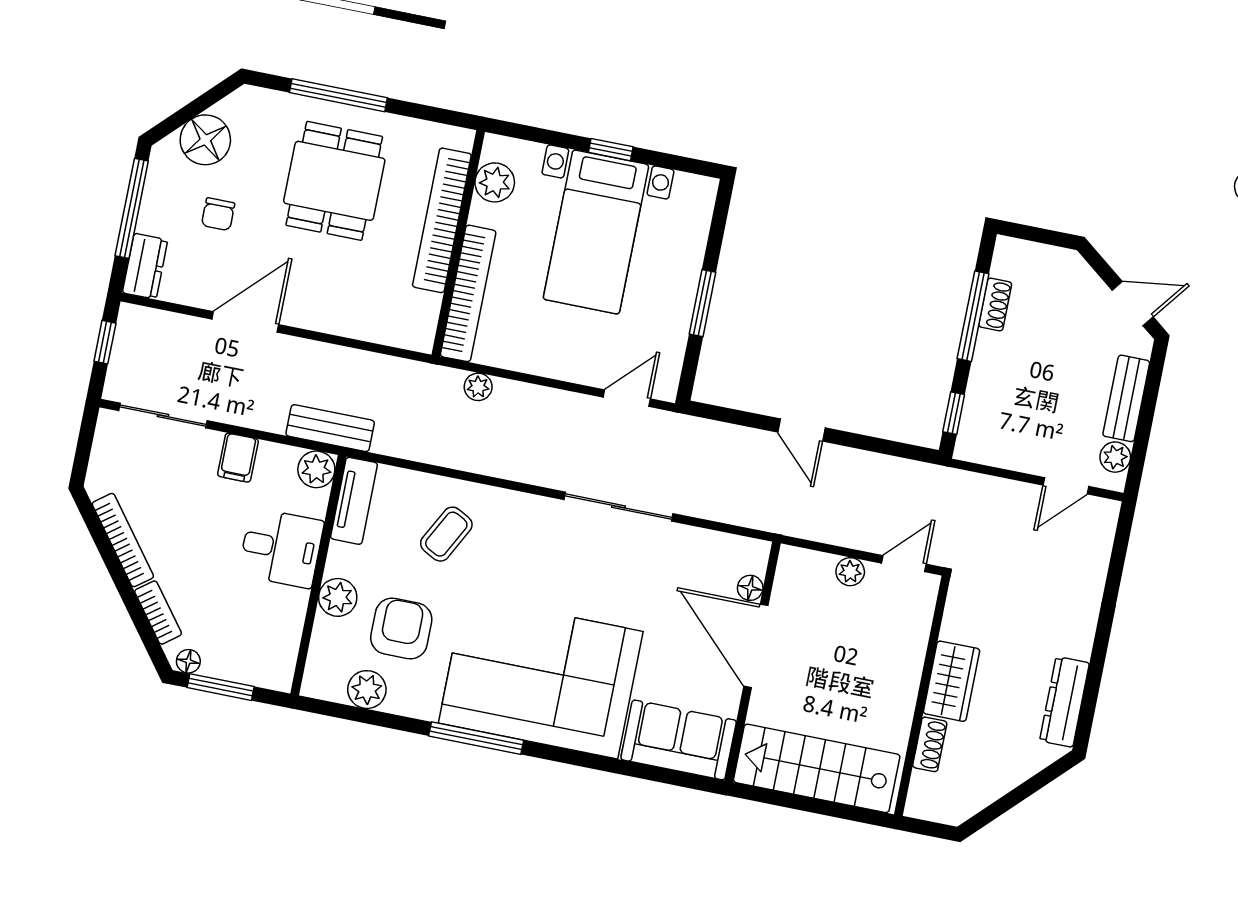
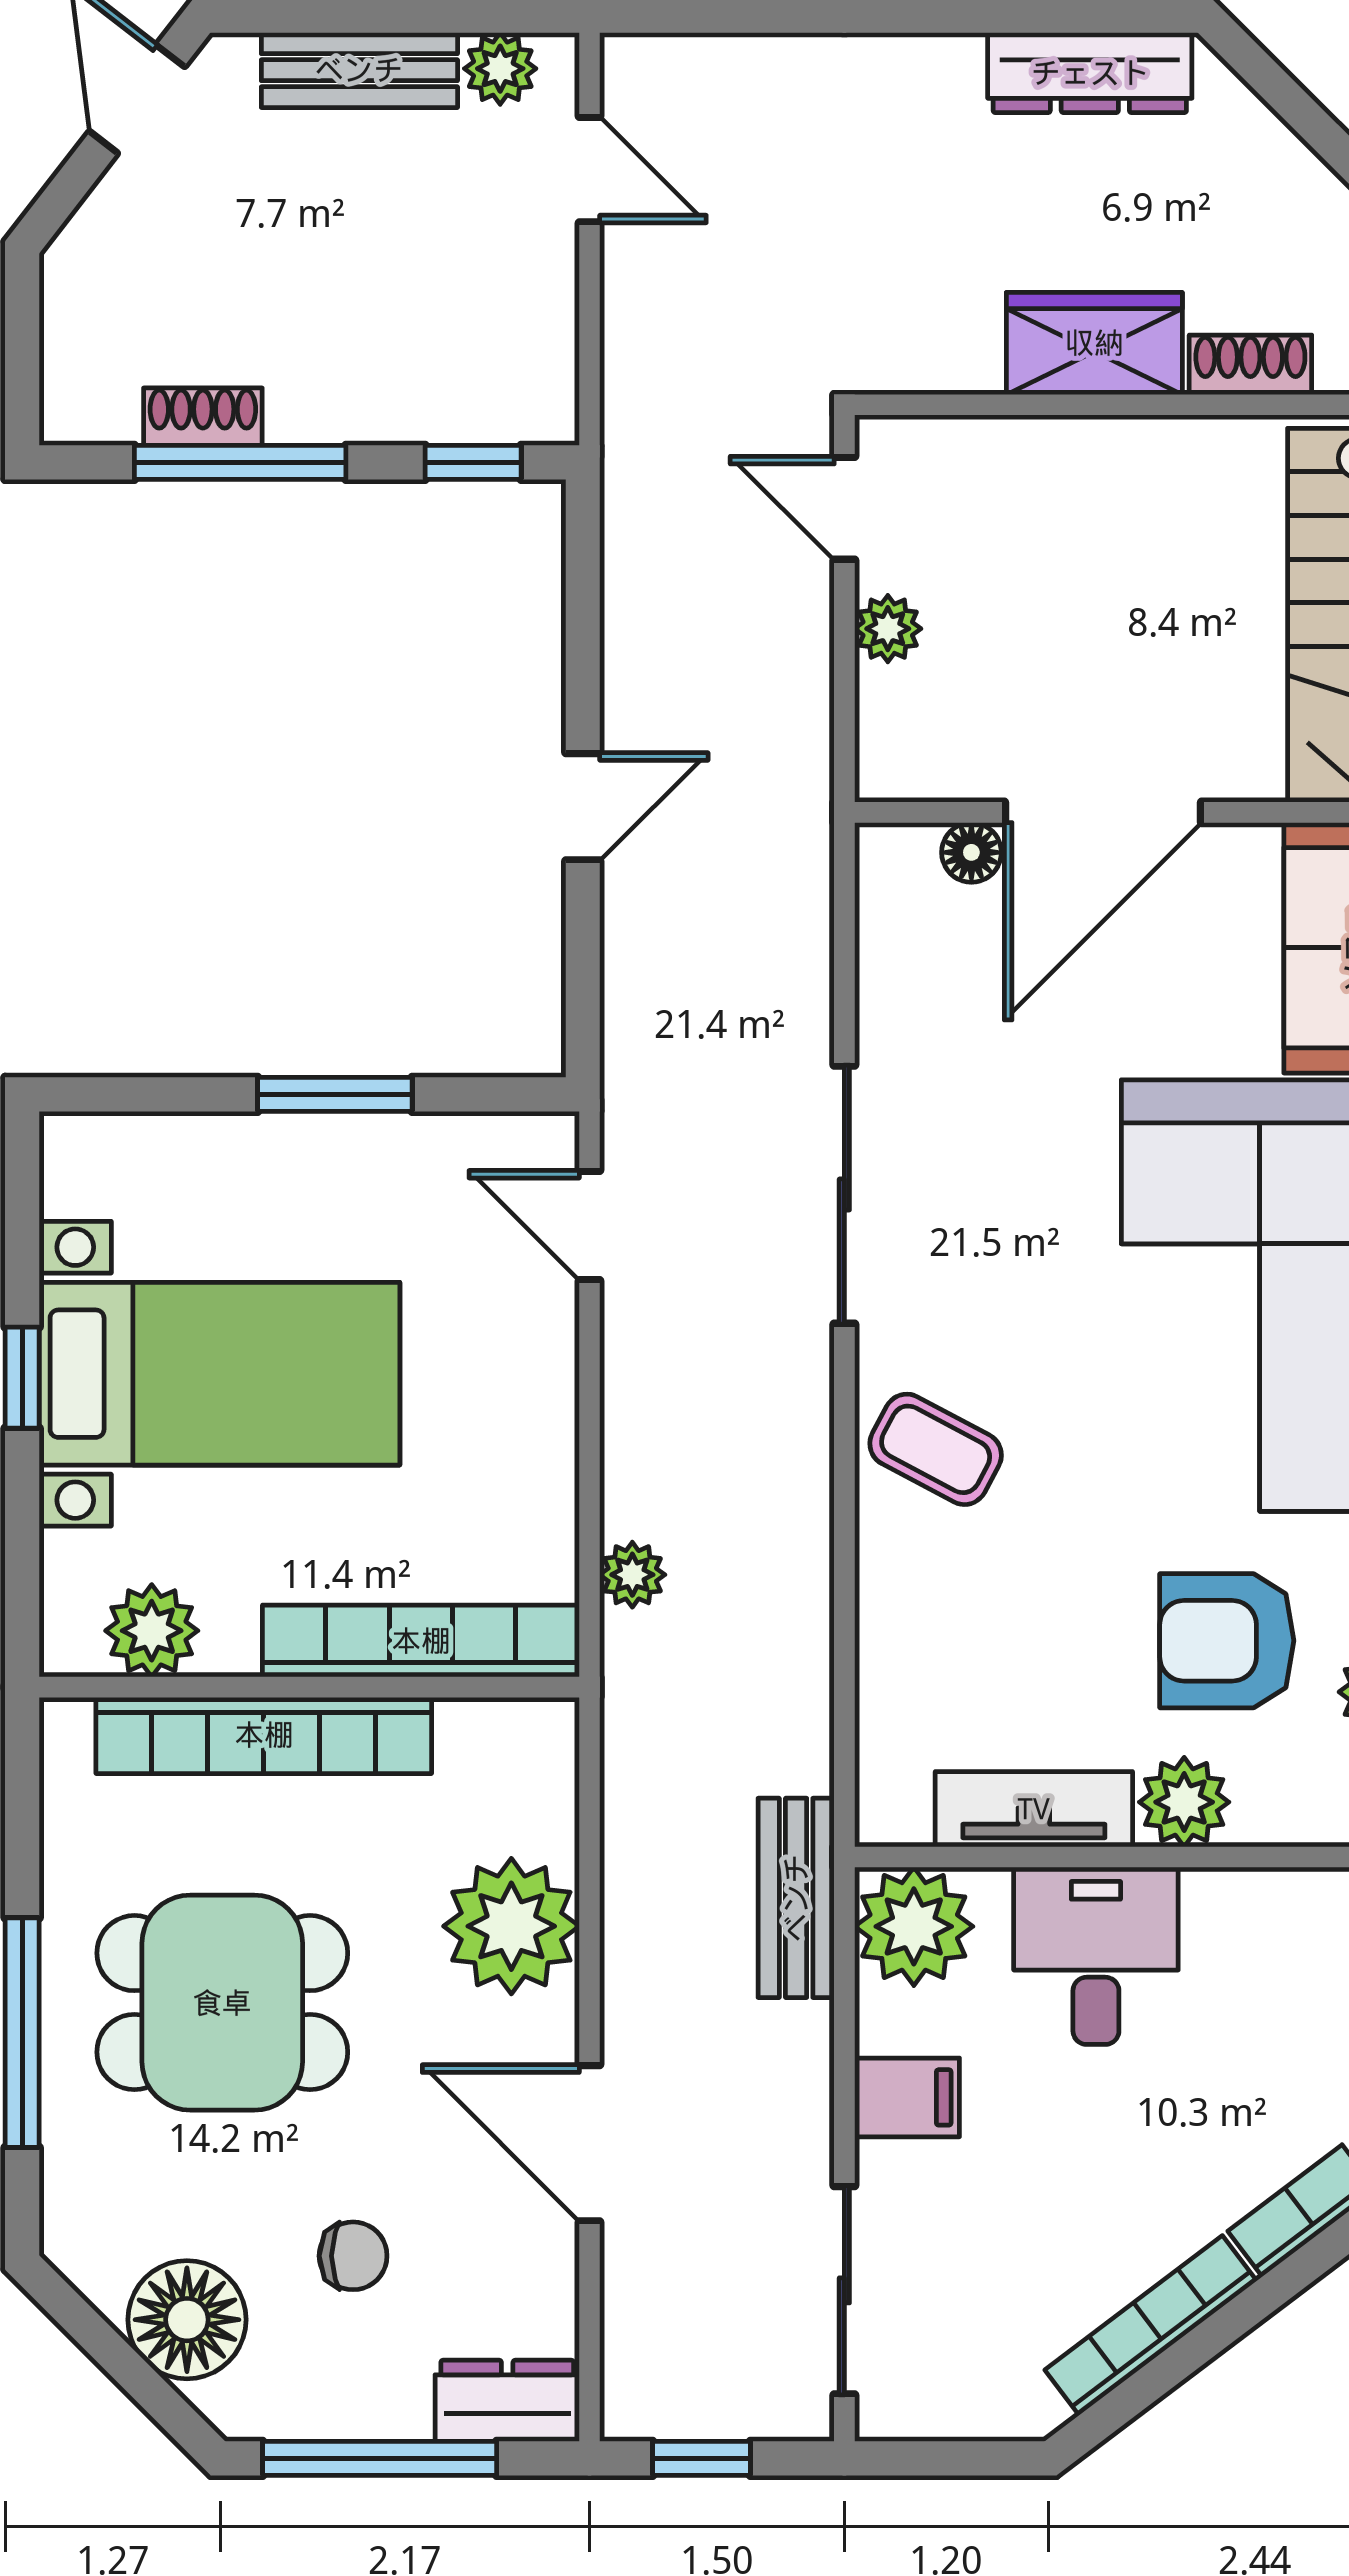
plant: (342, 307) -> (511, 1926), added
plant: (316, 469) -> (914, 1926), width x1.36, depth x1.36
tv unit: (354, 501) -> (1034, 1809), moved
coffee table: (446, 534) -> (936, 1449), moved

